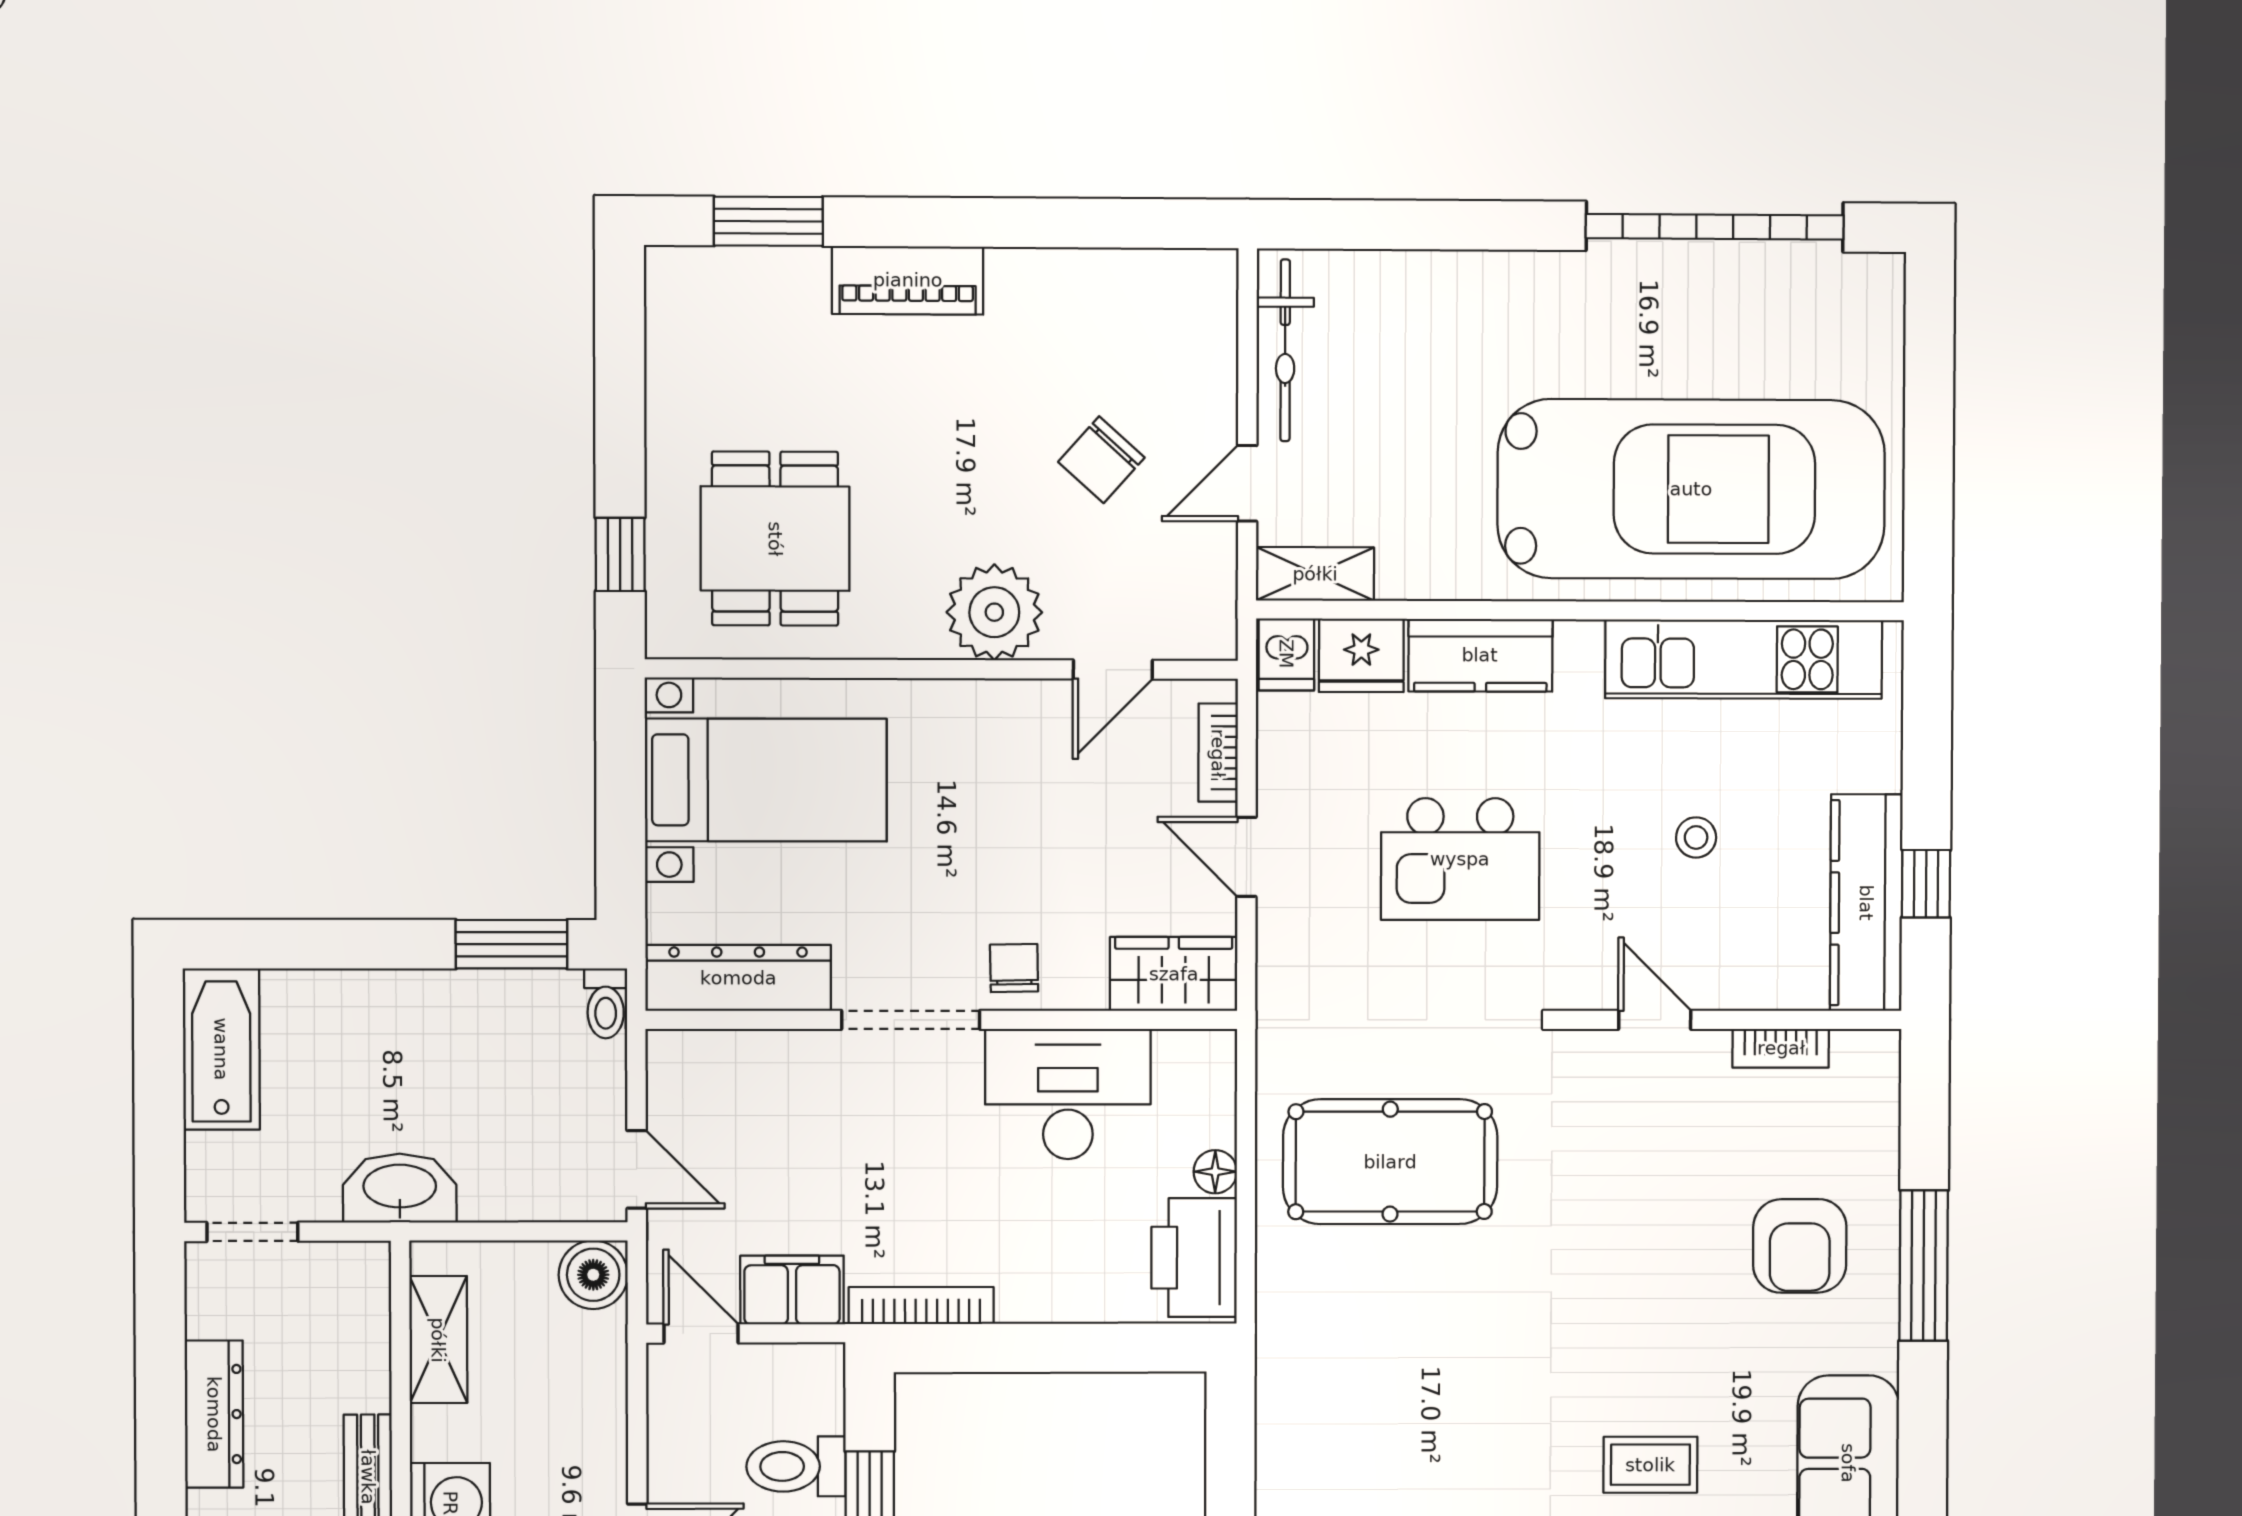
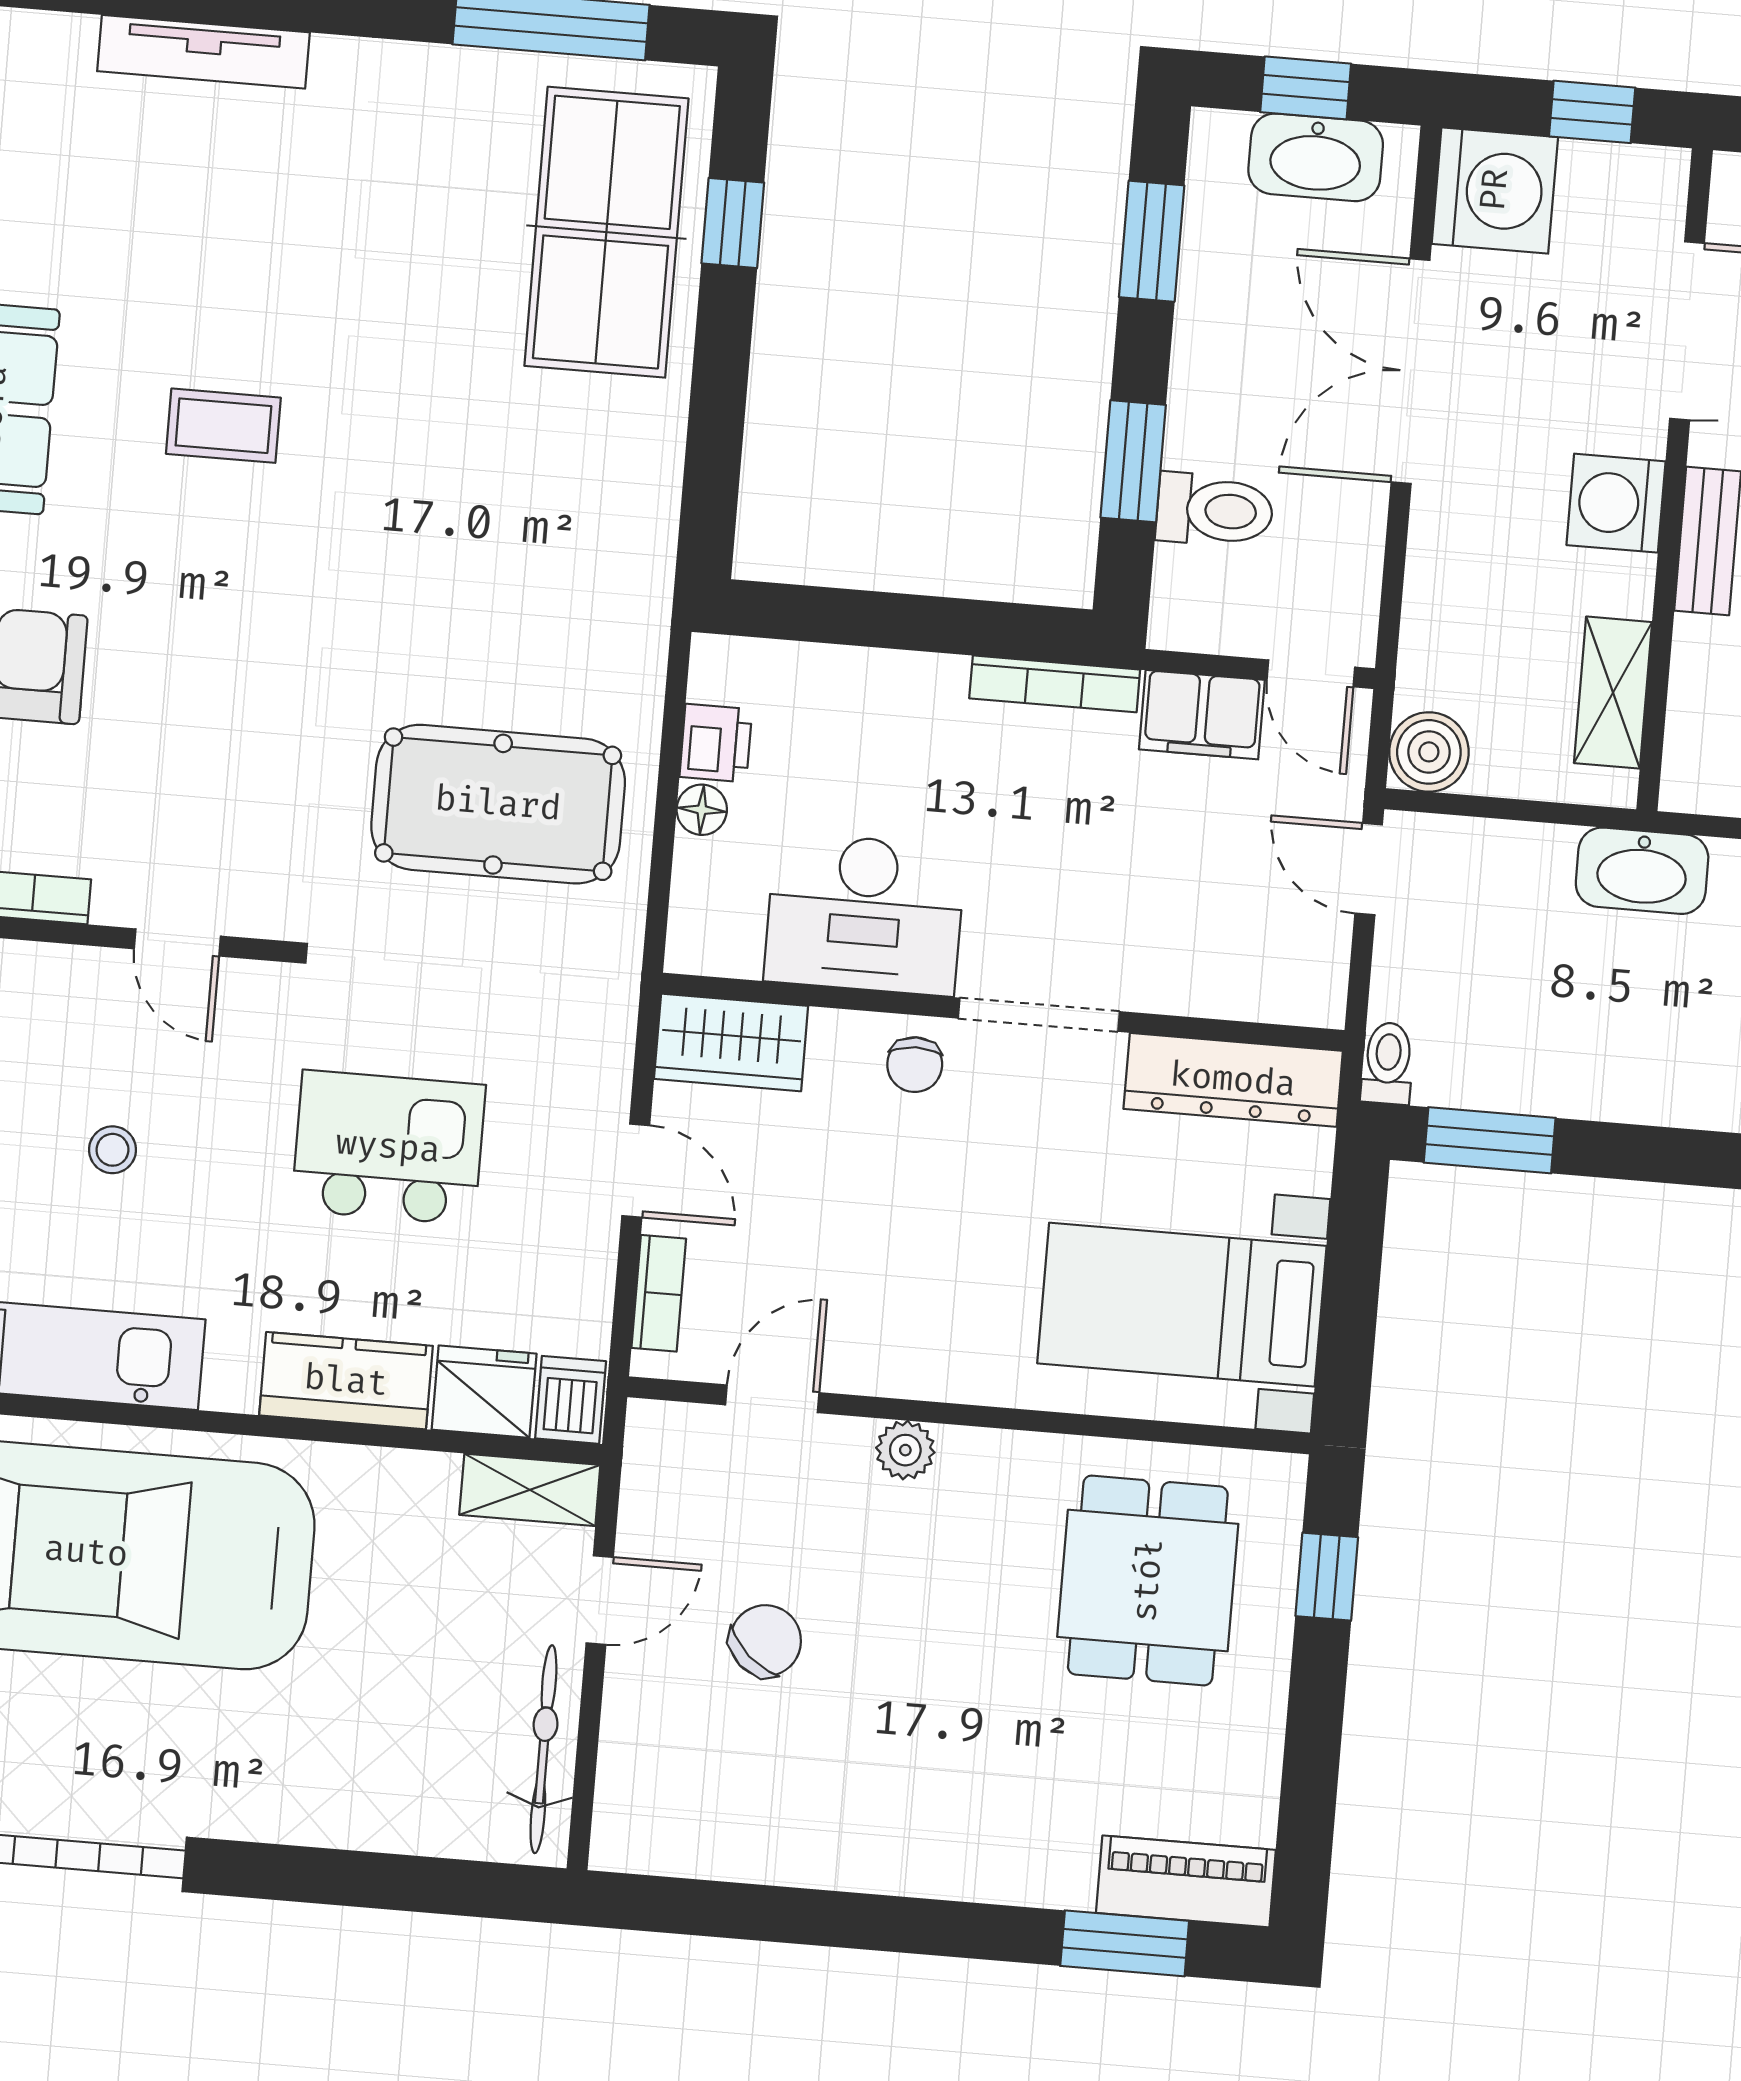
piano: (908, 280) -> (1186, 1881), moved
plant: (994, 612) -> (905, 1450), width x0.53, depth x0.53
printer: (1194, 1258) -> (716, 743), width x0.53, depth x0.68

